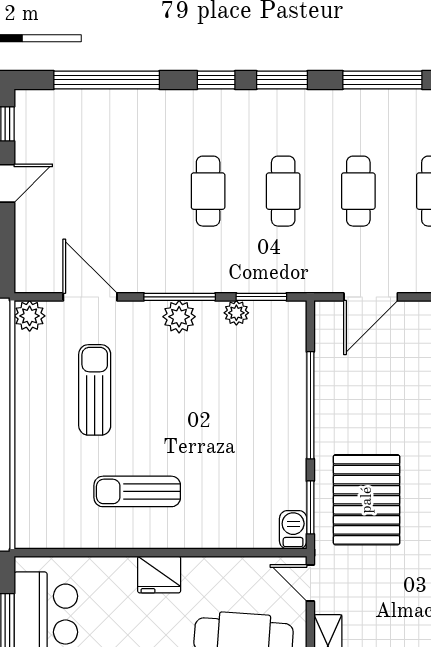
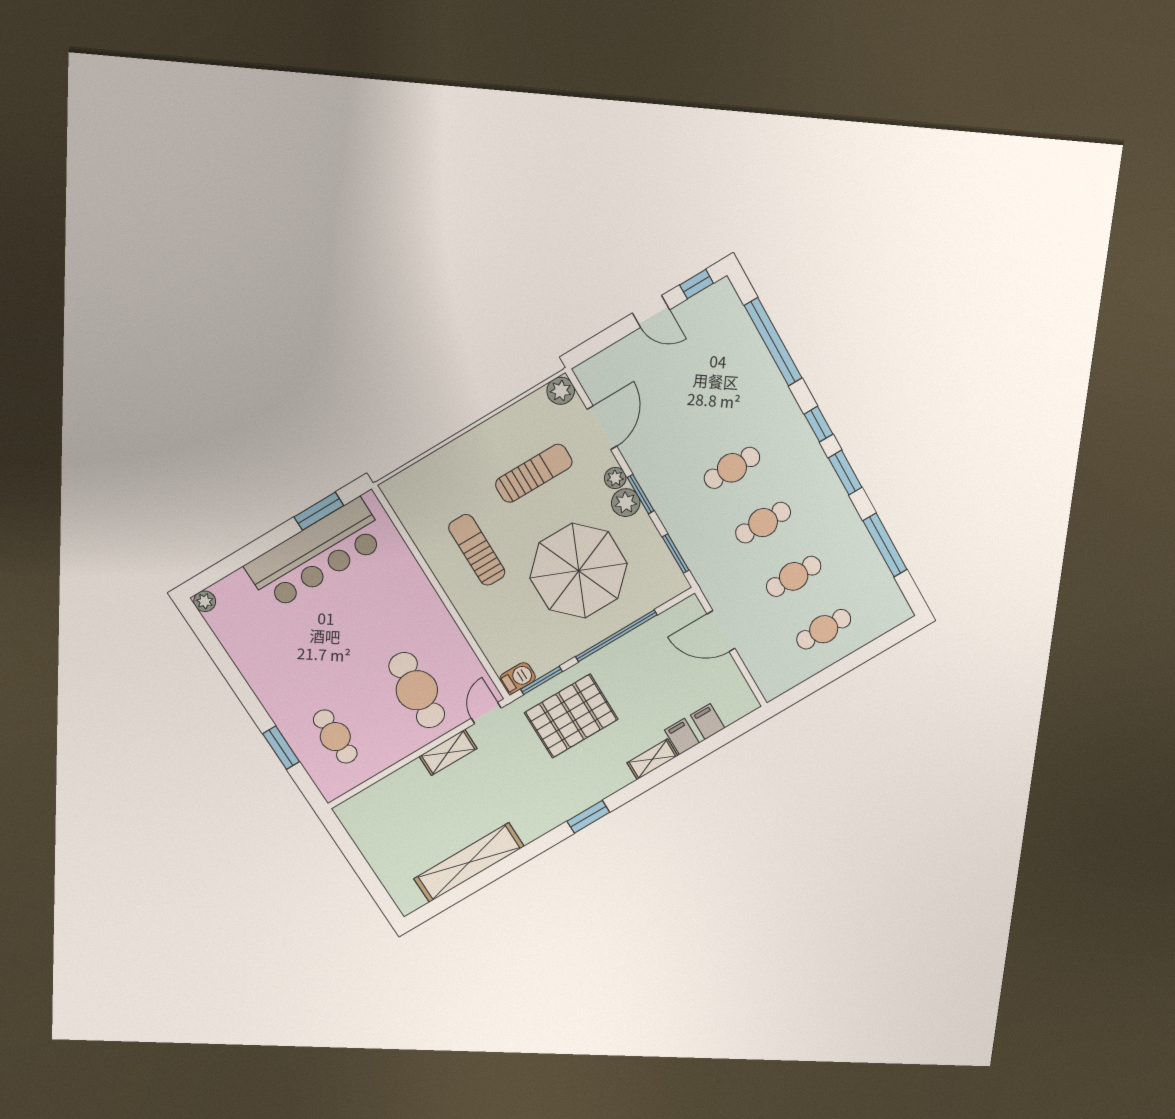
window: (180, 297) -> (641, 494), width x0.69
plant: (236, 313) -> (615, 478), moved
parasol: (220, 404) -> (579, 571), added
fridge: (159, 575) -> (425, 603), removed

